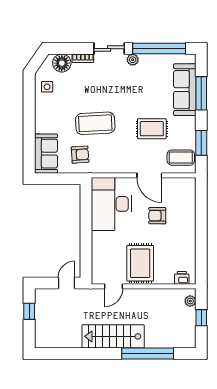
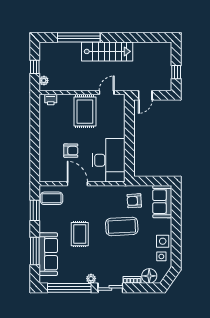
side table: (45, 105) -> (163, 241), added
rug: (152, 129) -> (80, 234), moved, turned 90

